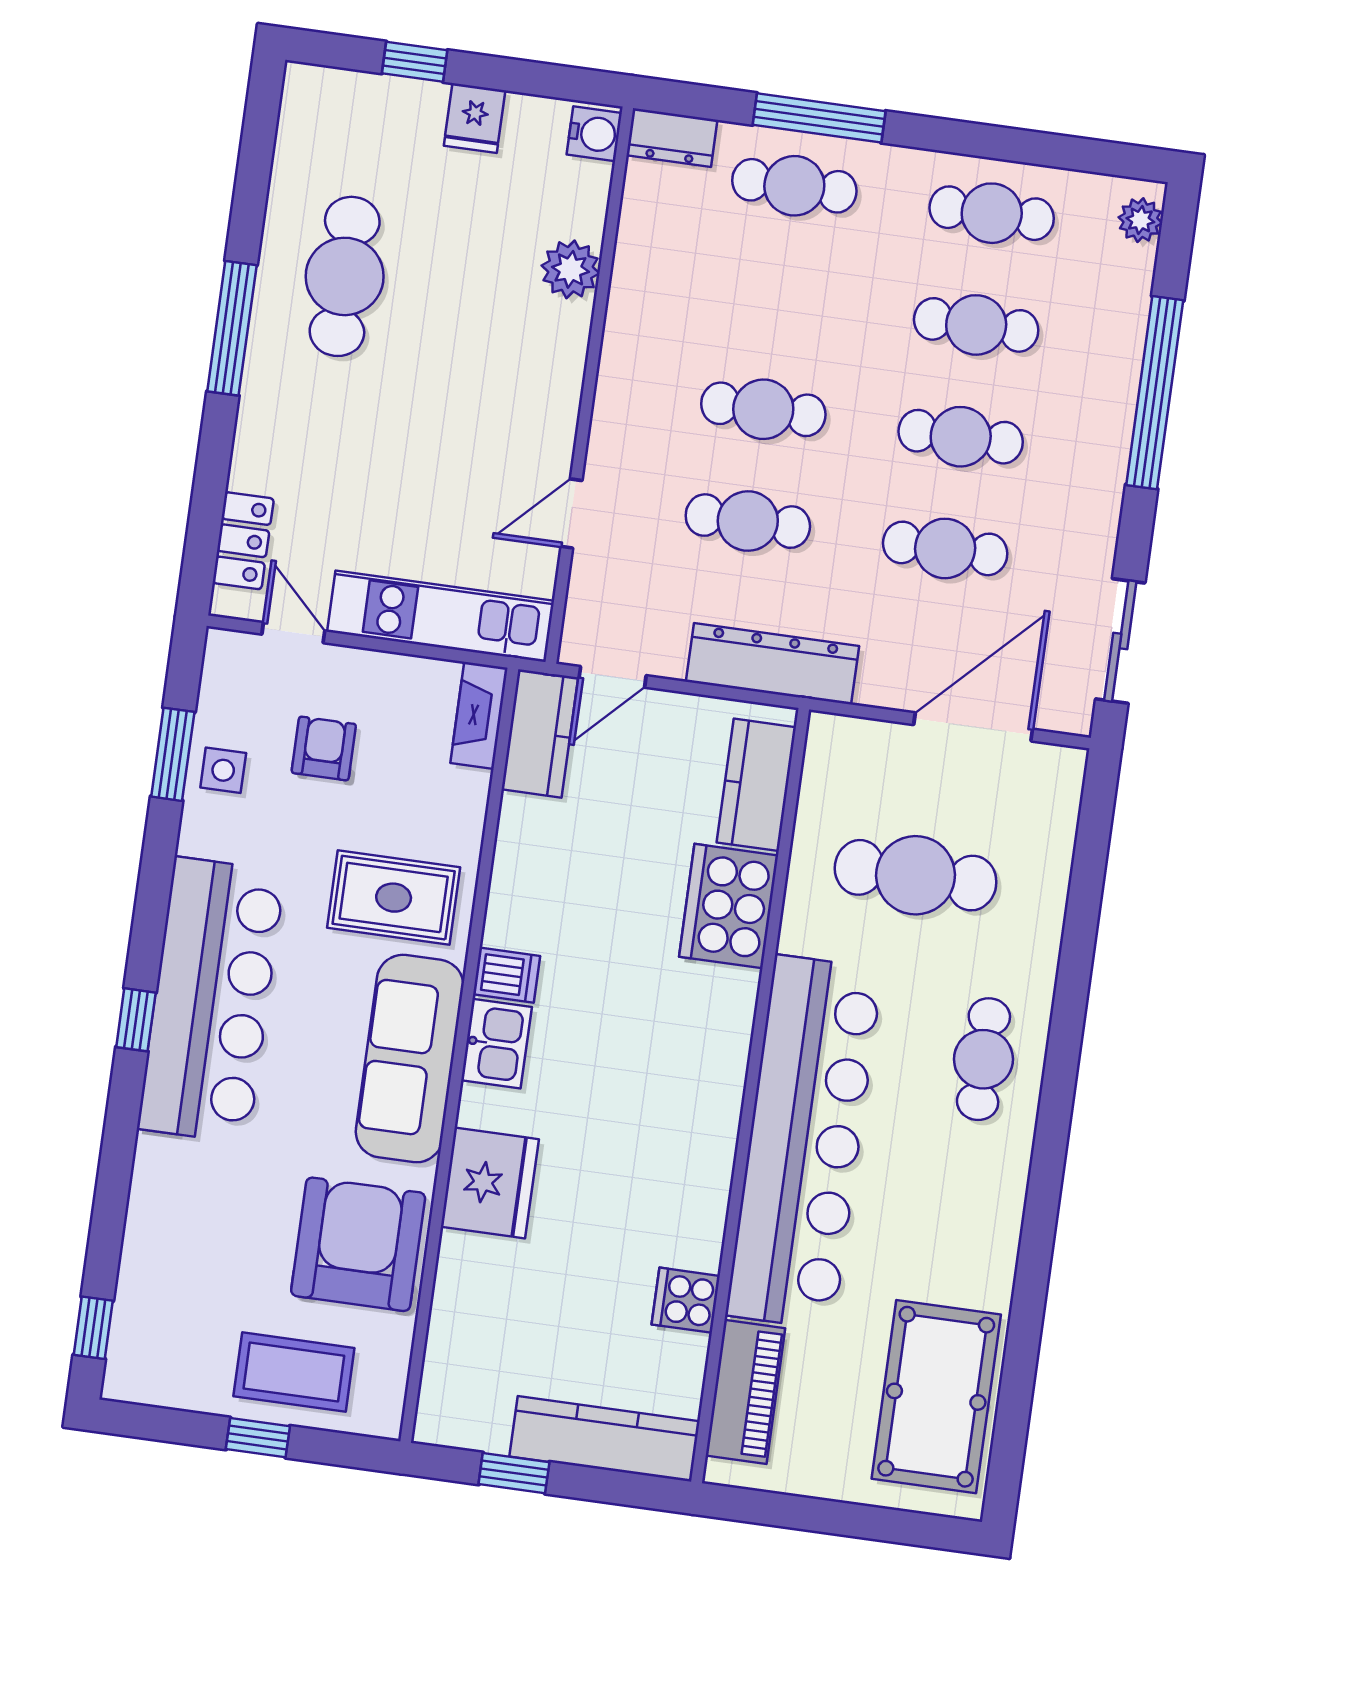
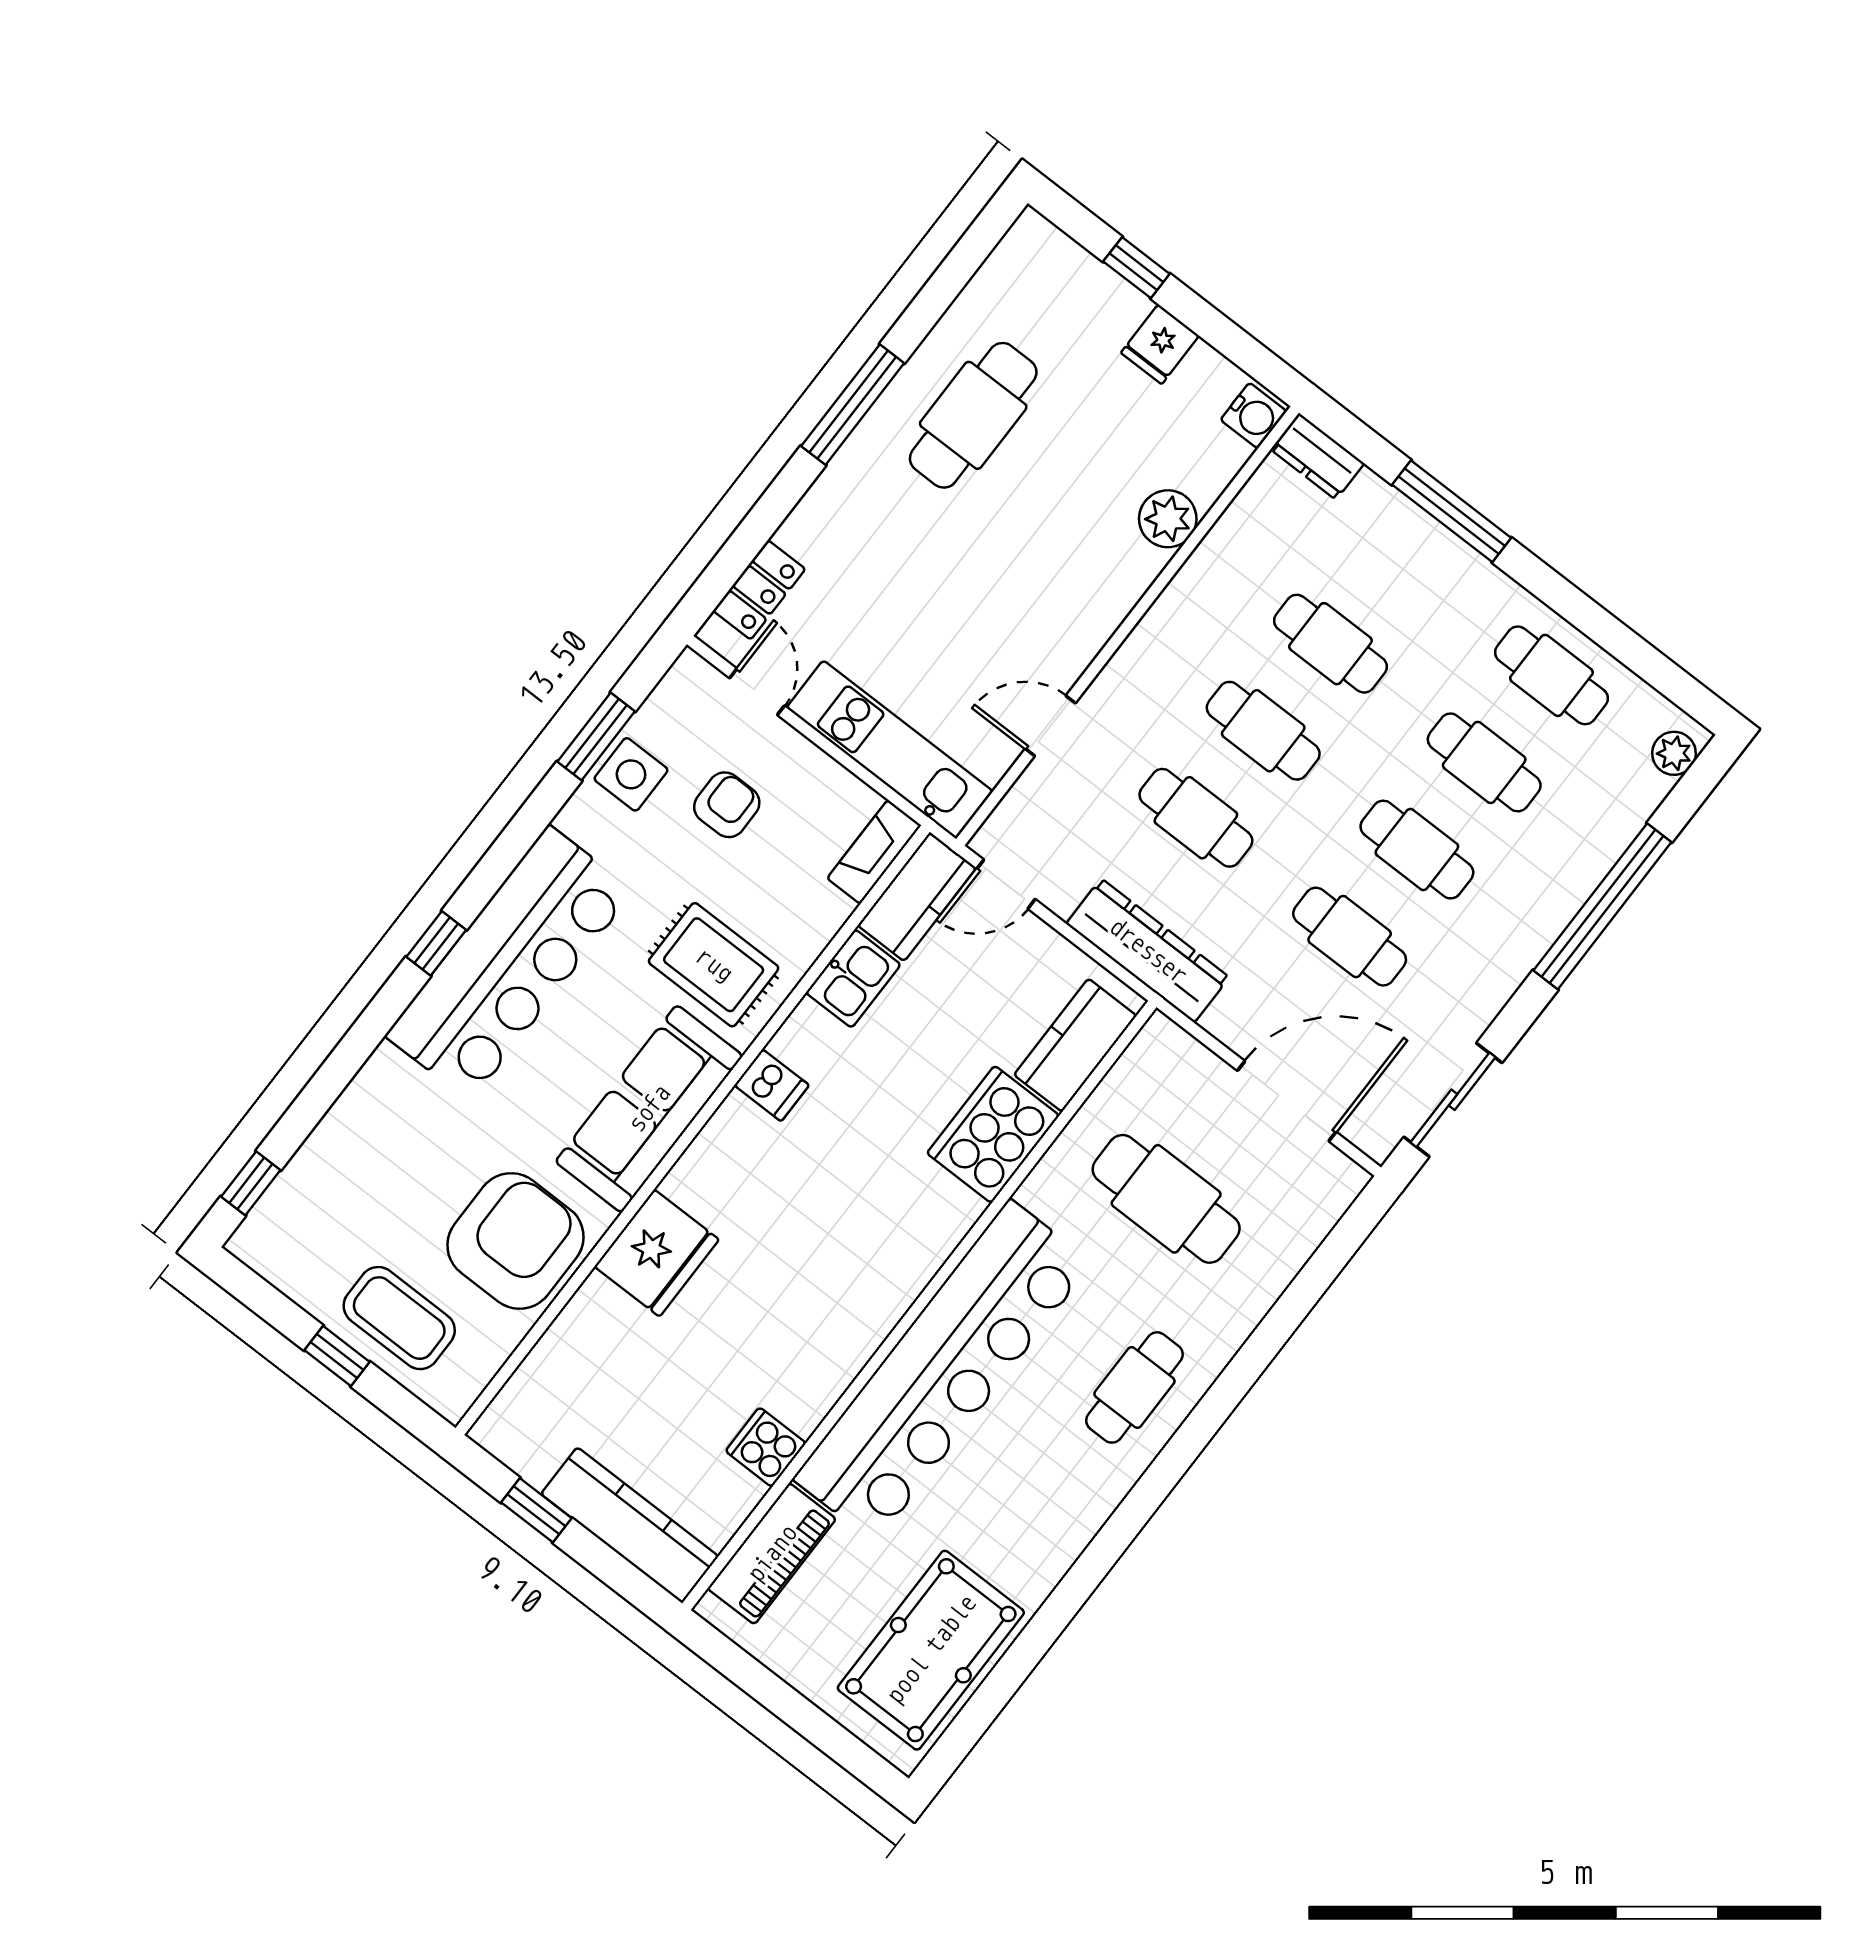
cafe table: (794, 186) -> (1330, 644), moved
side table: (223, 770) -> (631, 774), width x1.37, depth x1.37
kitchen sink: (496, 1044) -> (853, 979), moved

